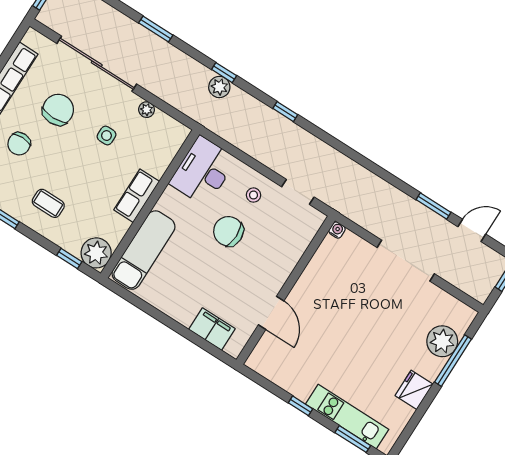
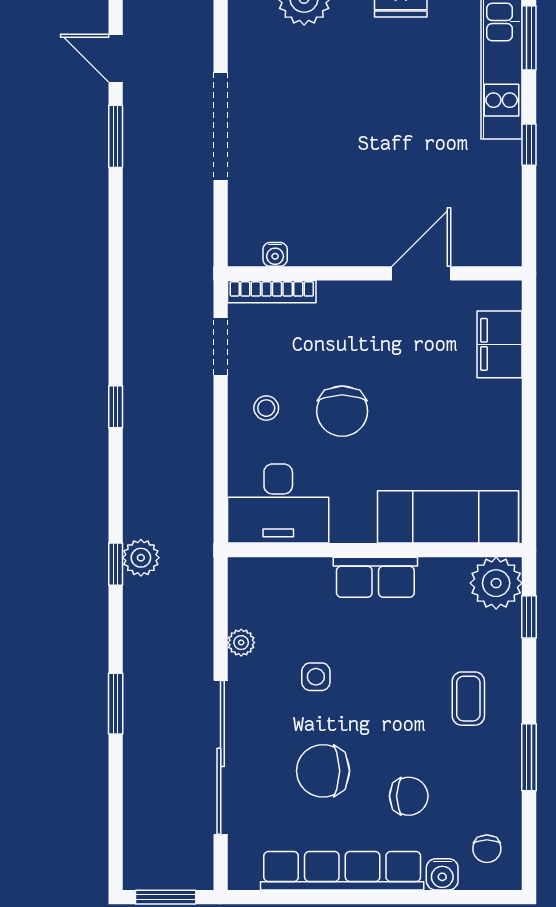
window: (285, 112) -> (116, 407), moved
water cooler: (337, 230) -> (275, 254), moved, turned -90
bookcase: (309, 234) -> (272, 292), added

